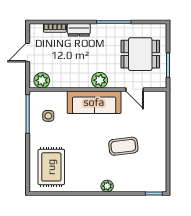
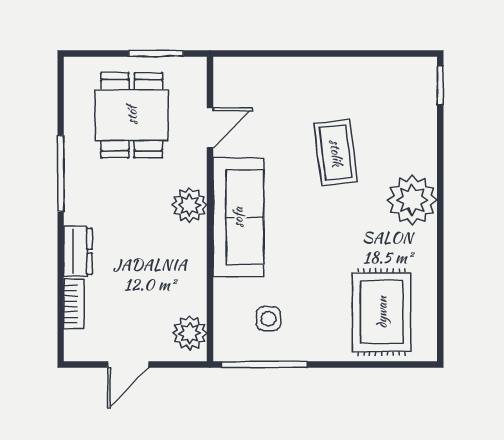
door: (28, 53) -> (128, 365), hinge flipped
rug: (51, 167) -> (382, 312), turned 90
plant: (107, 186) -> (412, 200), width x1.88, depth x1.88

